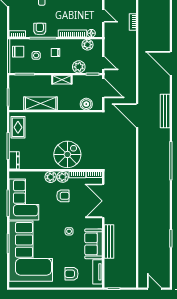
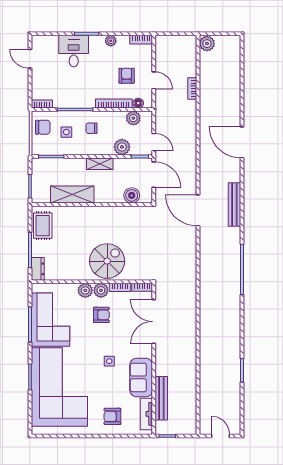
armchair: (40, 29) -> (127, 76), moved
bench: (109, 241) -> (161, 398), moved

